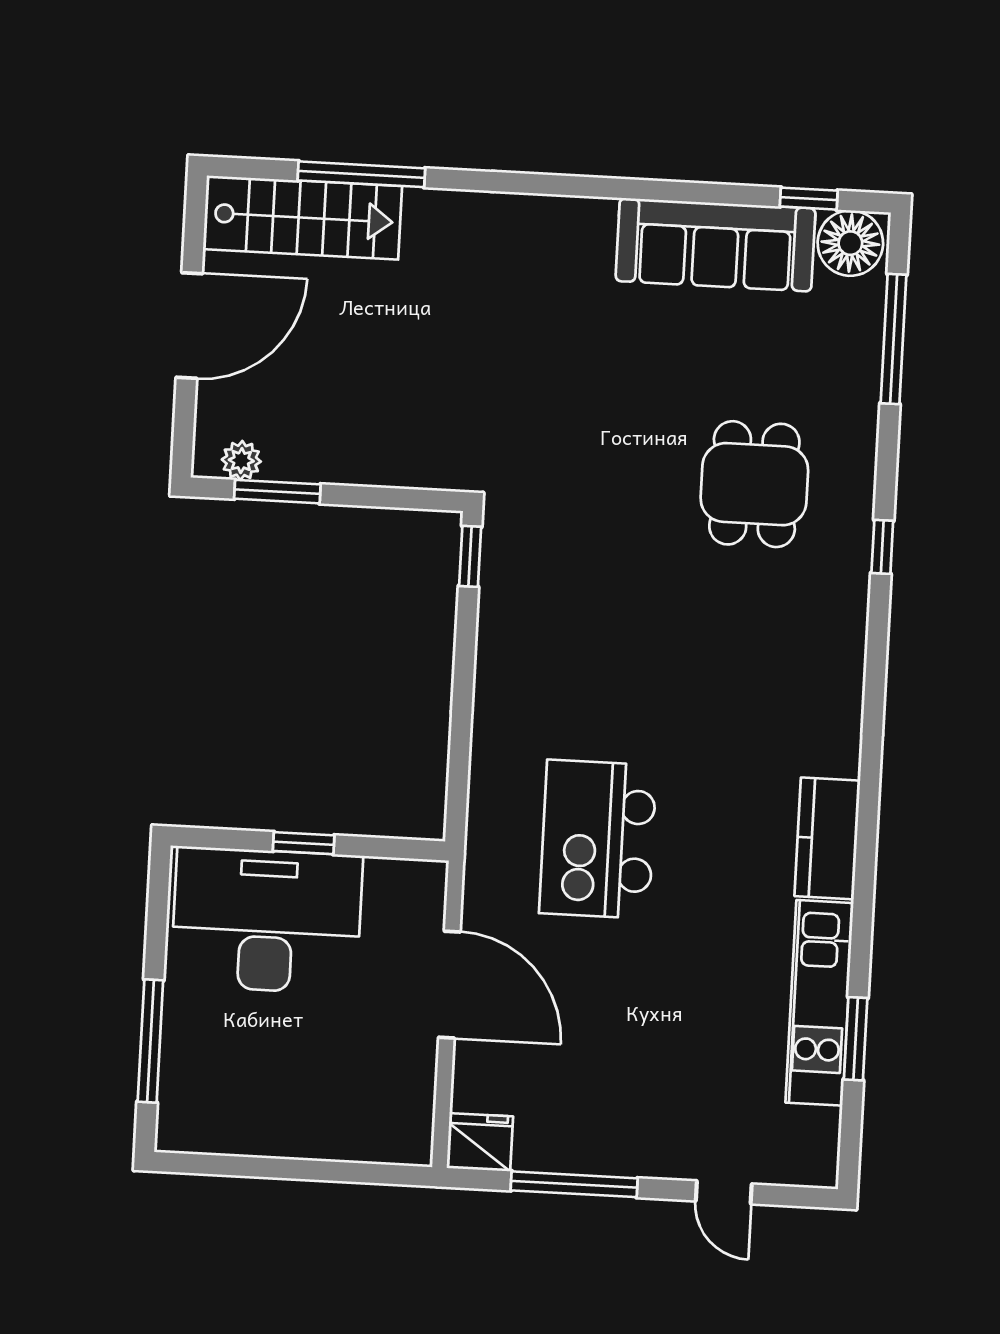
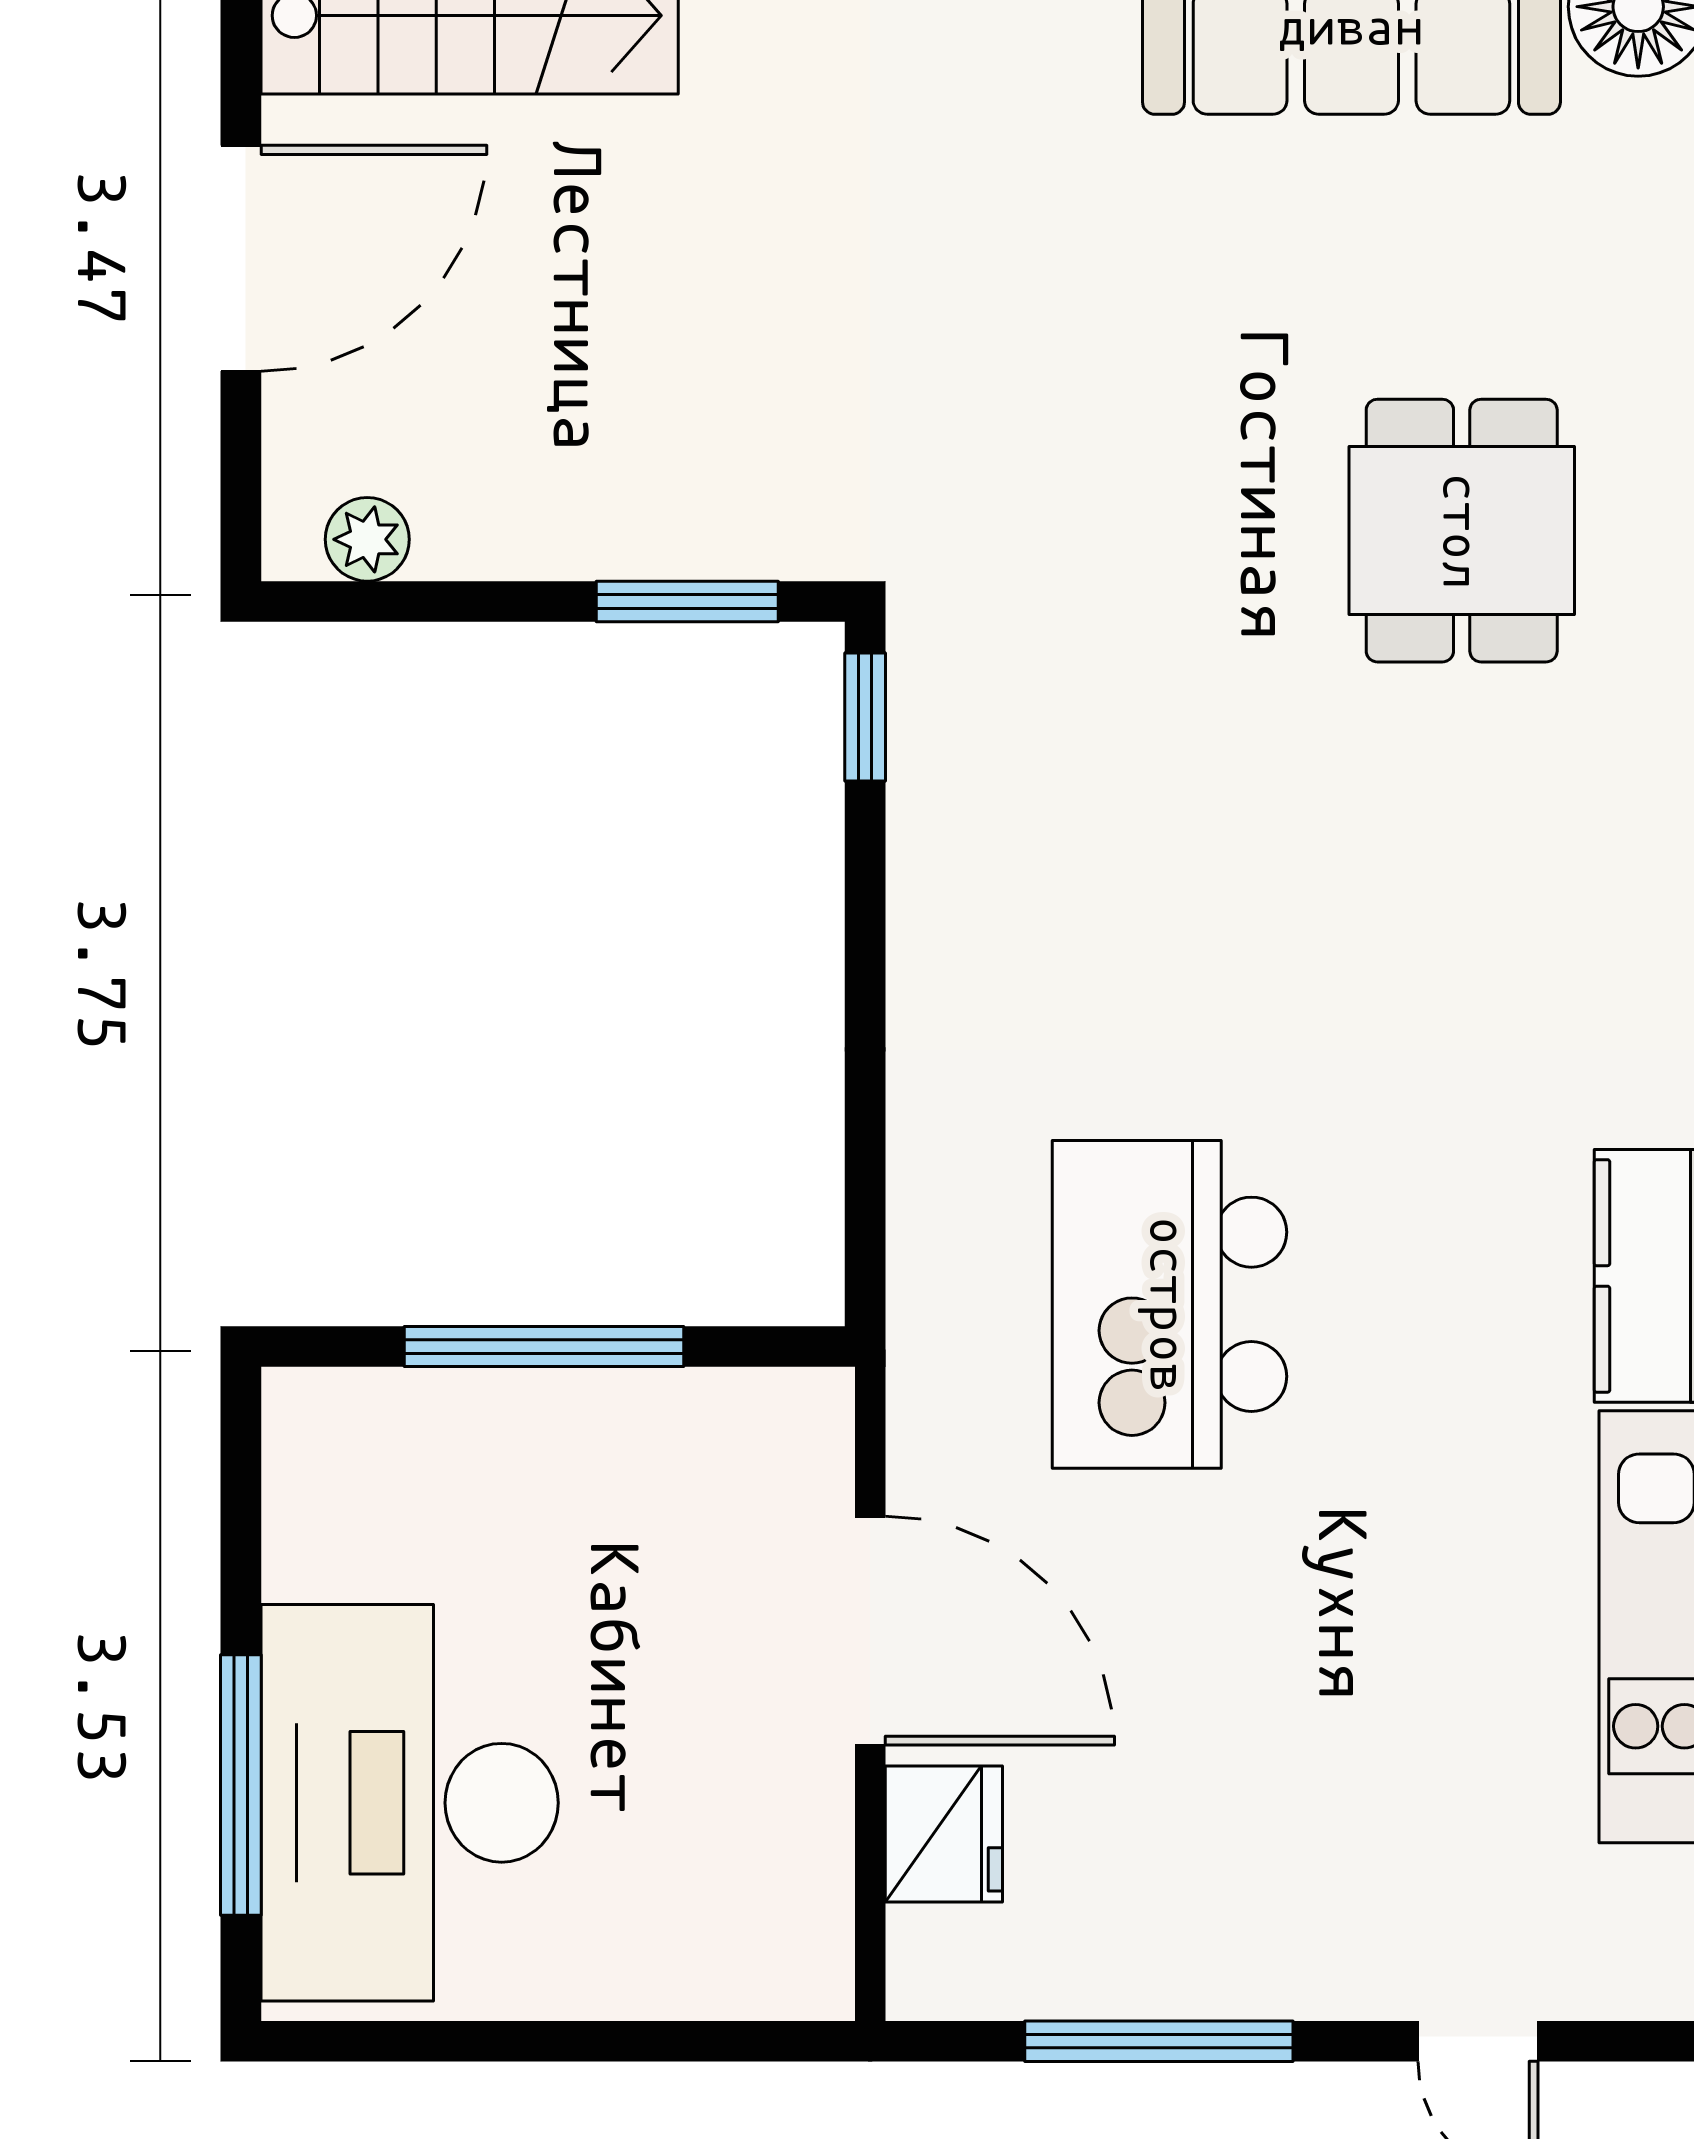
window: (277, 492) -> (687, 601), moved
window: (304, 843) -> (544, 1346), width x2.17
desk: (267, 920) -> (410, 1803), moved, turned -90
fridge: (480, 1142) -> (944, 1834), moved, turned 90

